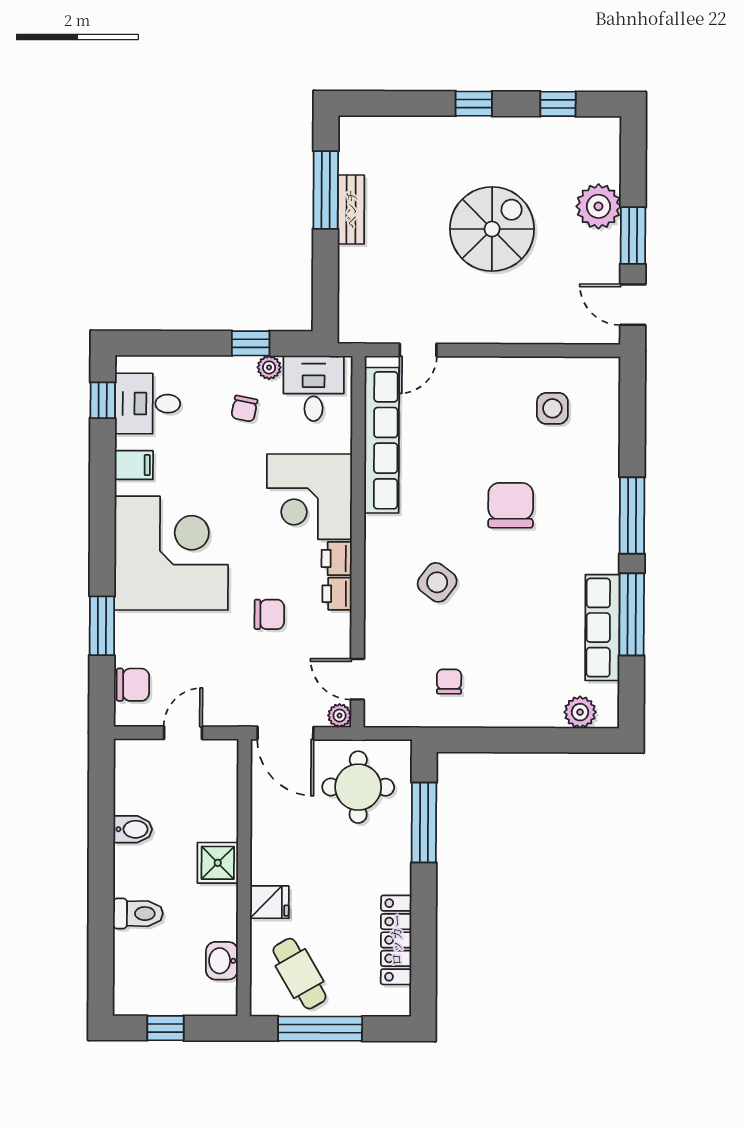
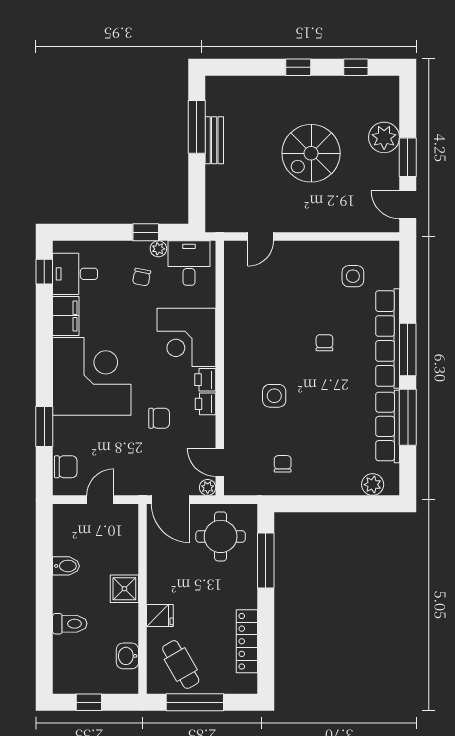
spiral stairs: (492, 229) -> (311, 153), turned 180
row of seats: (382, 440) -> (388, 338), moved, turned 180
filing cabinet: (134, 465) -> (66, 316), width x2.00
chair: (511, 505) -> (324, 343), width x0.54, depth x0.54
side table: (437, 582) -> (274, 396), turned -37

